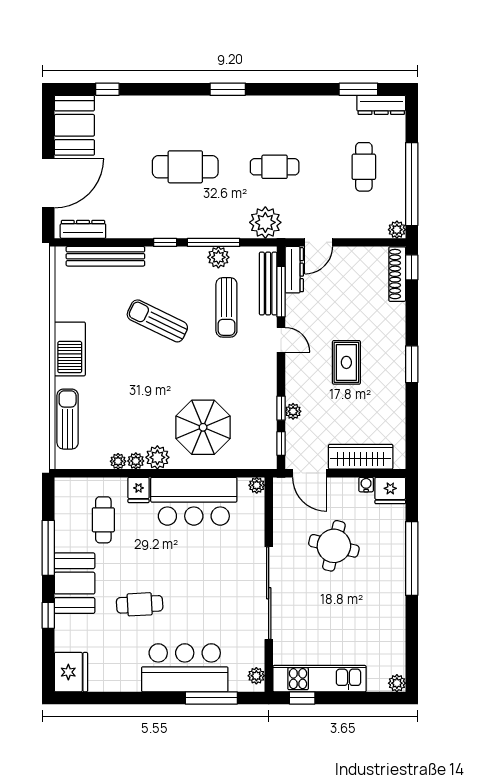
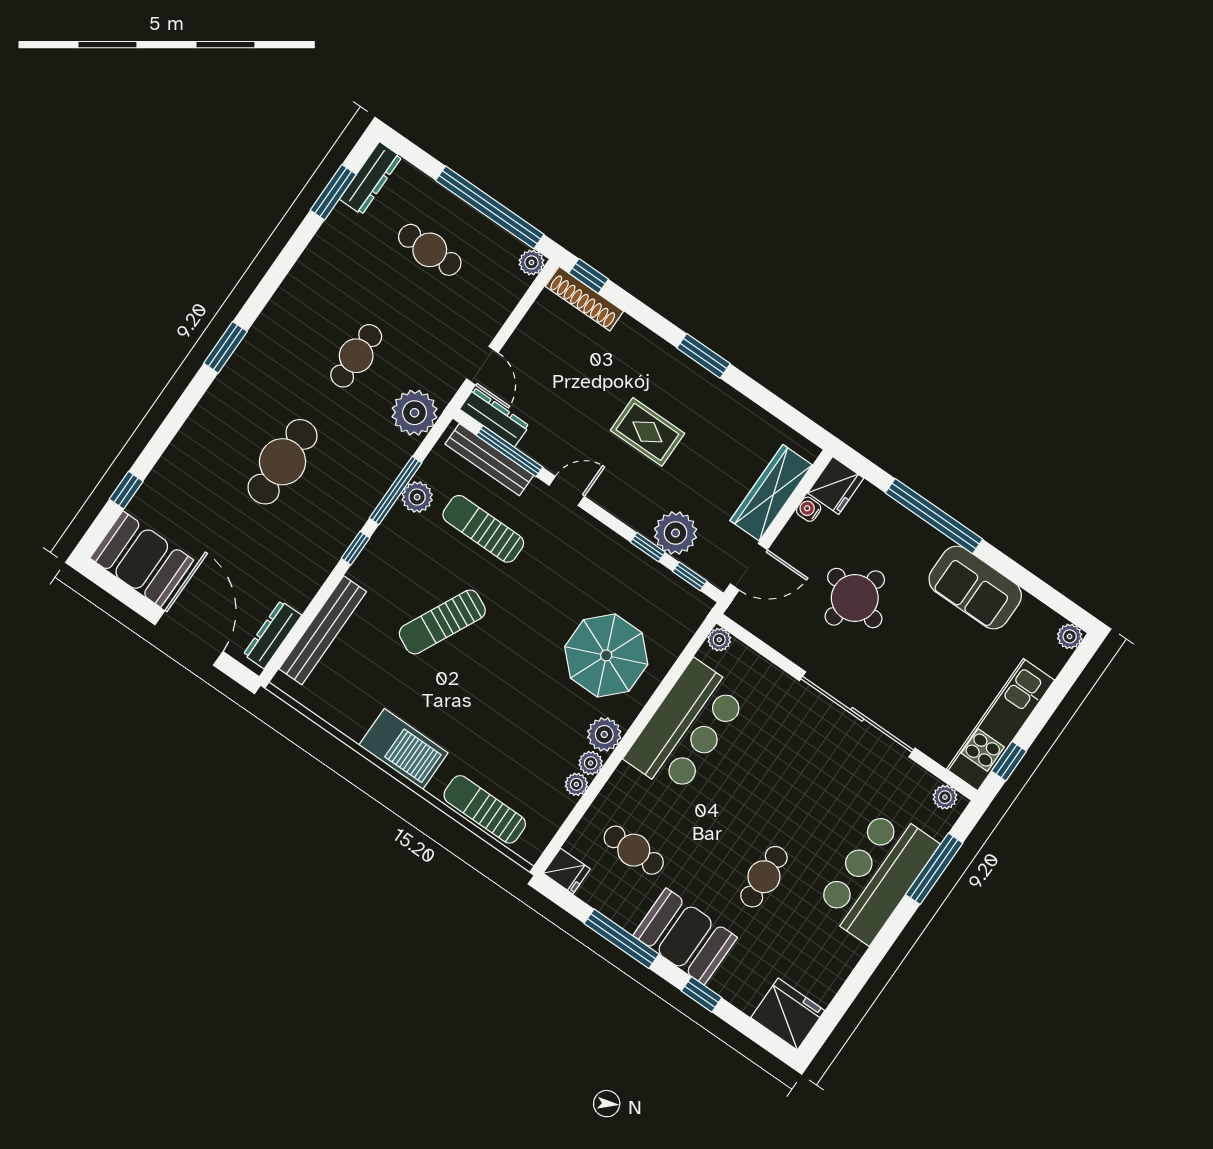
sun lounger: (226, 307) -> (483, 529), turned 180
plant: (293, 411) -> (676, 533), width x1.87, depth x1.87
fridge: (139, 490) -> (567, 871), moved
sofa: (387, 610) -> (975, 587), added

